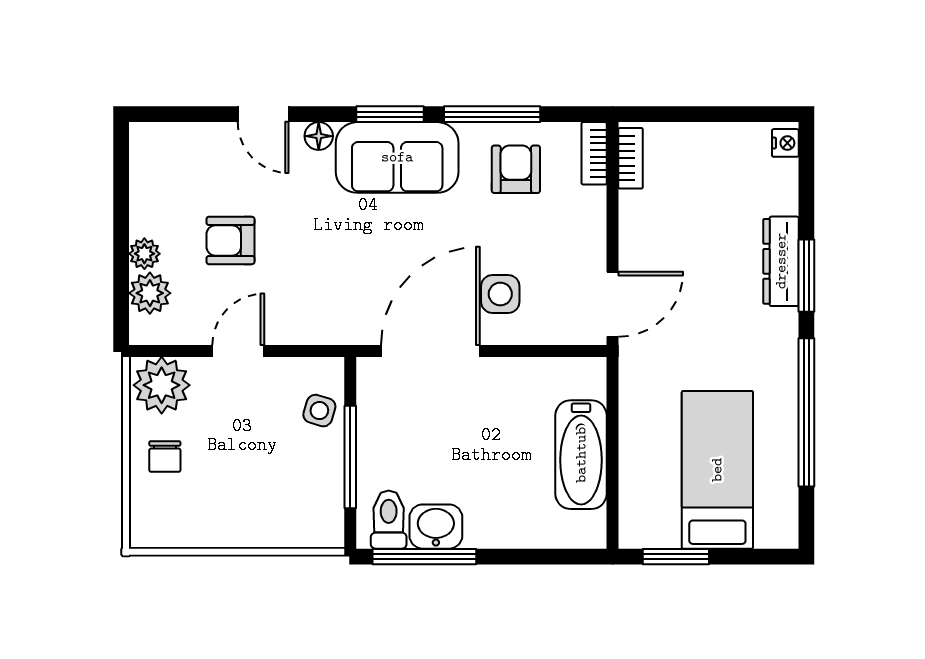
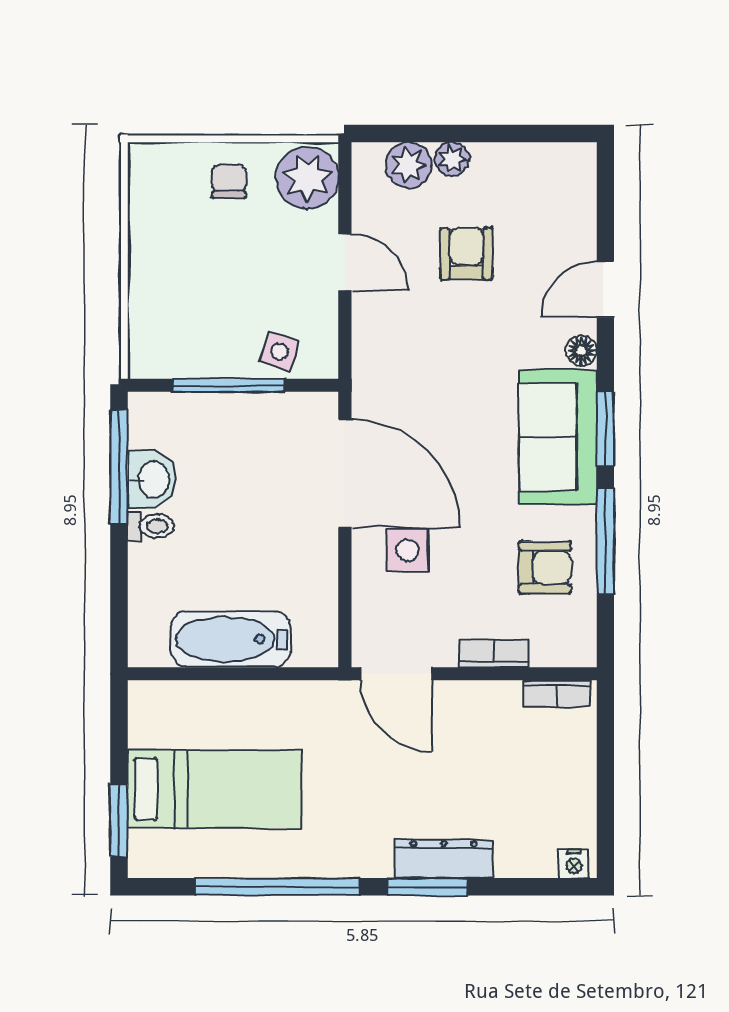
bookcase: (594, 153) -> (494, 653), moved
chair: (165, 456) -> (229, 181), turned 90
toilet: (389, 520) -> (151, 526), moved, width x0.73, depth x0.72
window: (676, 557) -> (119, 820), moved

